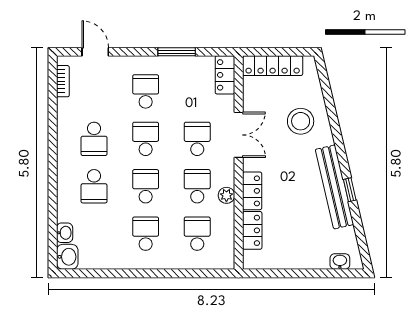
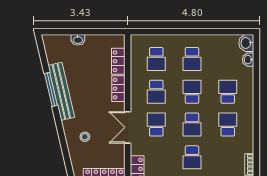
stool: (301, 121) -> (85, 137), width x0.53, depth x0.53
school desk: (197, 139) -> (156, 125), turned 180
school desk: (146, 186) -> (192, 92), turned 180
window: (350, 190) -> (51, 89), width x2.17
plant: (226, 195) -> (136, 85), removed
washbasin: (340, 261) -> (78, 40), moved

